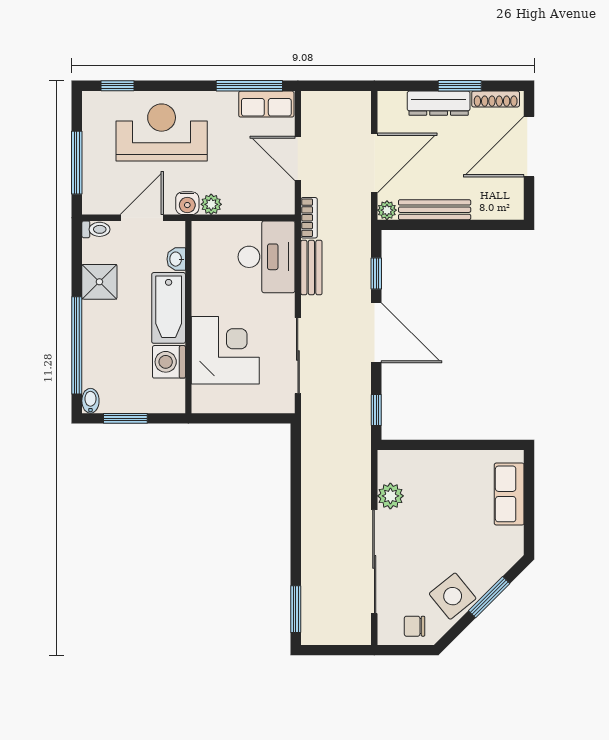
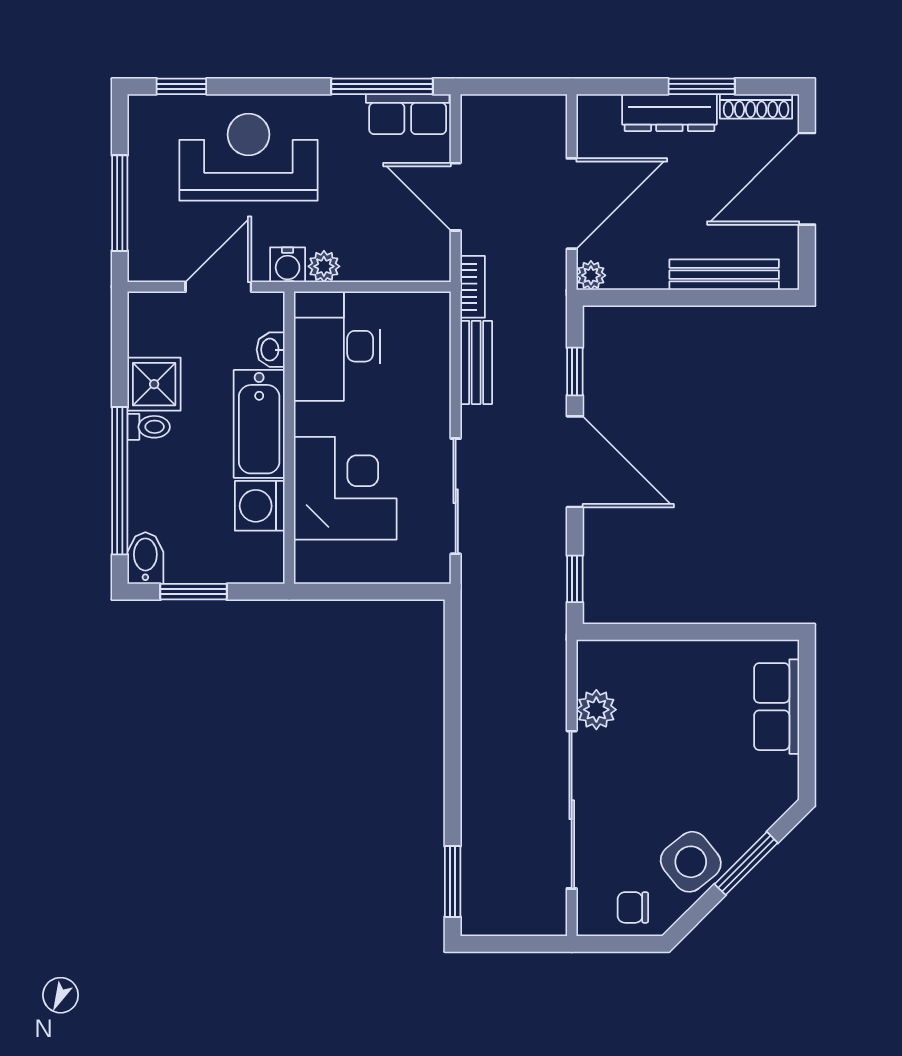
bench: (435, 210) -> (724, 275), moved
toilet: (96, 229) -> (149, 427), moved
desk: (267, 257) -> (337, 346), moved, turned 180
bidet: (90, 401) -> (145, 558), width x1.38, depth x1.36

